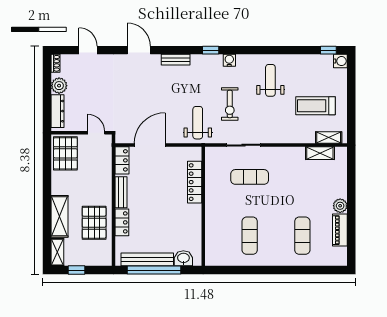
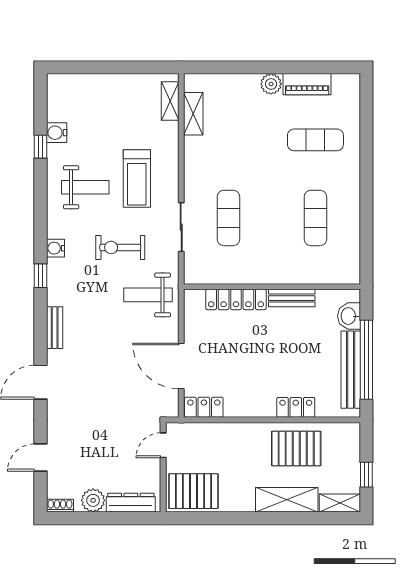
window: (328, 50) -> (40, 147), moved
water cooler: (340, 61) -> (57, 133), moved, turned -90
weight bench: (270, 80) -> (85, 187), turned 180
exercise bike: (230, 104) -> (120, 247), turned 180
treadmill: (315, 106) -> (137, 179), moved
bench: (121, 192) -> (292, 298), moved
exercise mat: (250, 236) -> (315, 218), turned 90

